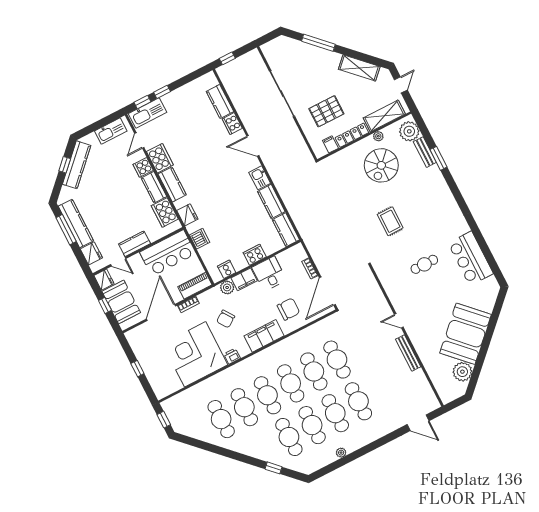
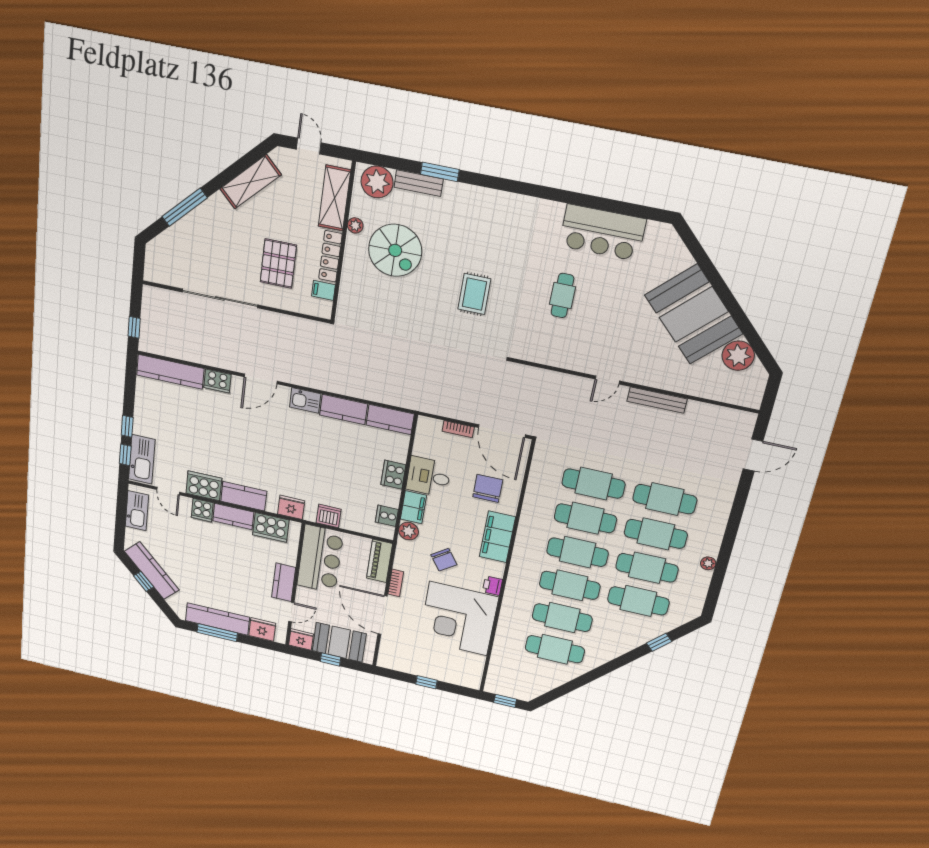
kitchen counter: (220, 101) -> (170, 372), width x1.50
rug: (390, 221) -> (474, 294), turned 90

